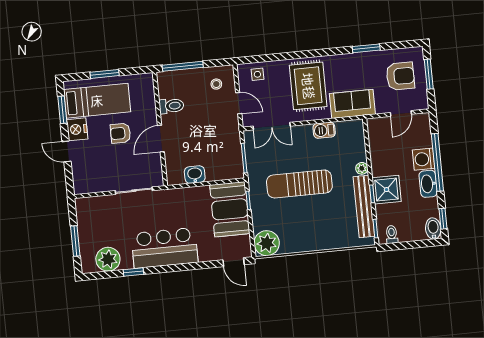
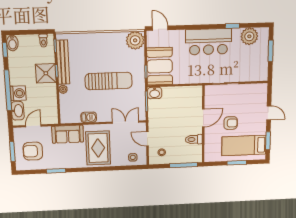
nightstand: (77, 129) -> (260, 127), removed
washbasin: (195, 175) -> (155, 93), moved
washbasin: (428, 184) -> (18, 111), moved

